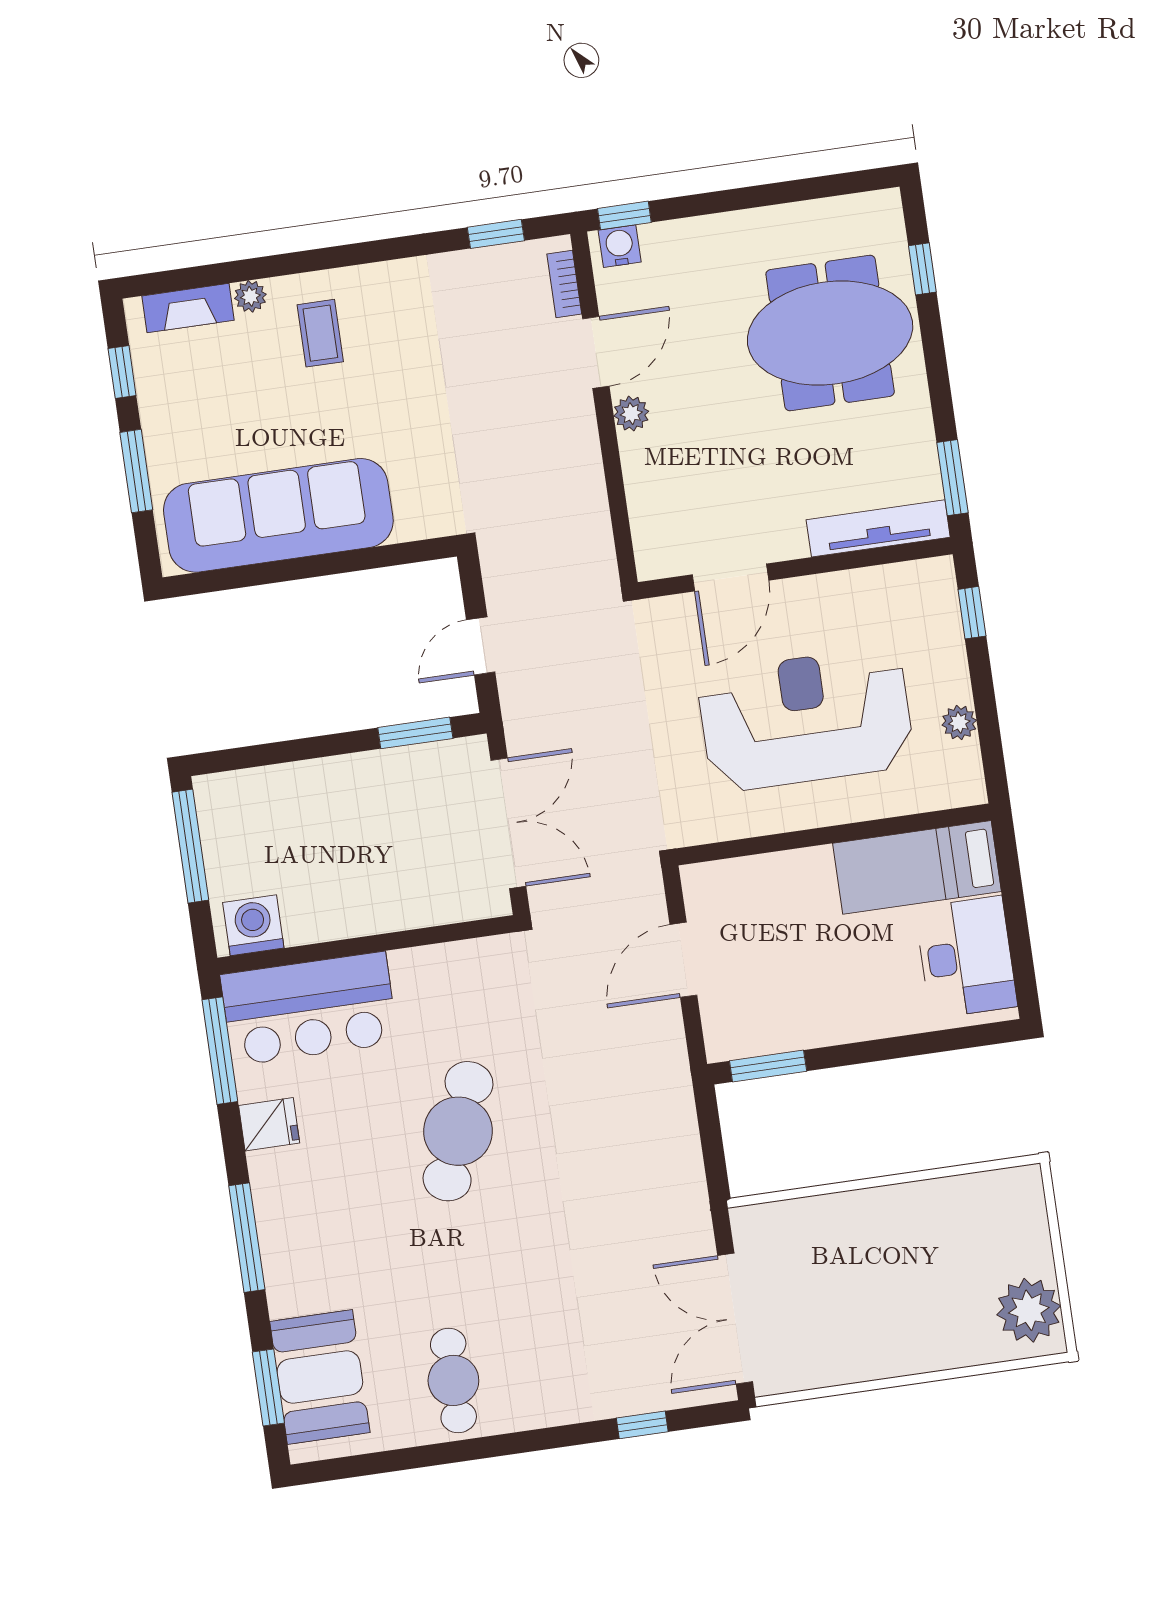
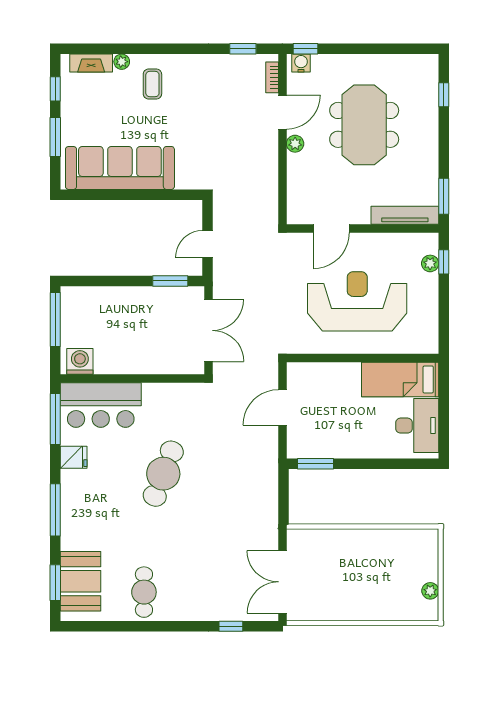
meeting table: (830, 333) -> (364, 125), moved, turned 90
plant: (959, 723) -> (430, 263), moved
plant: (1029, 1310) -> (430, 591), width x0.53, depth x0.53

